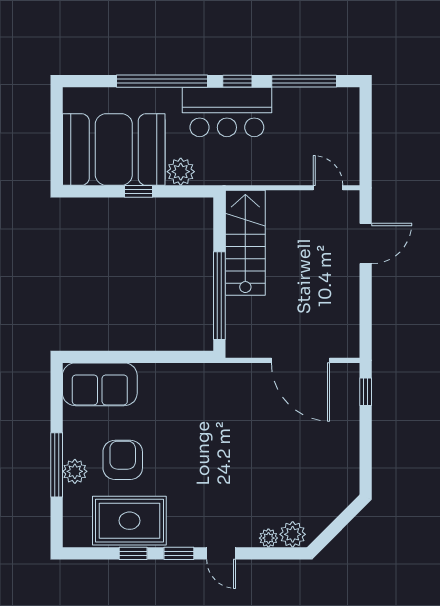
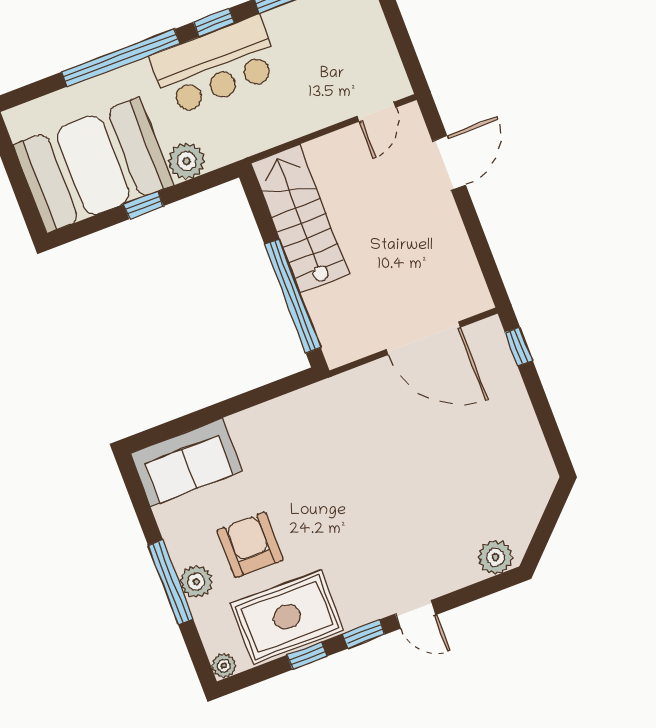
door: (328, 188) -> (376, 112), swing flipped
plant: (268, 538) -> (224, 666), moved

